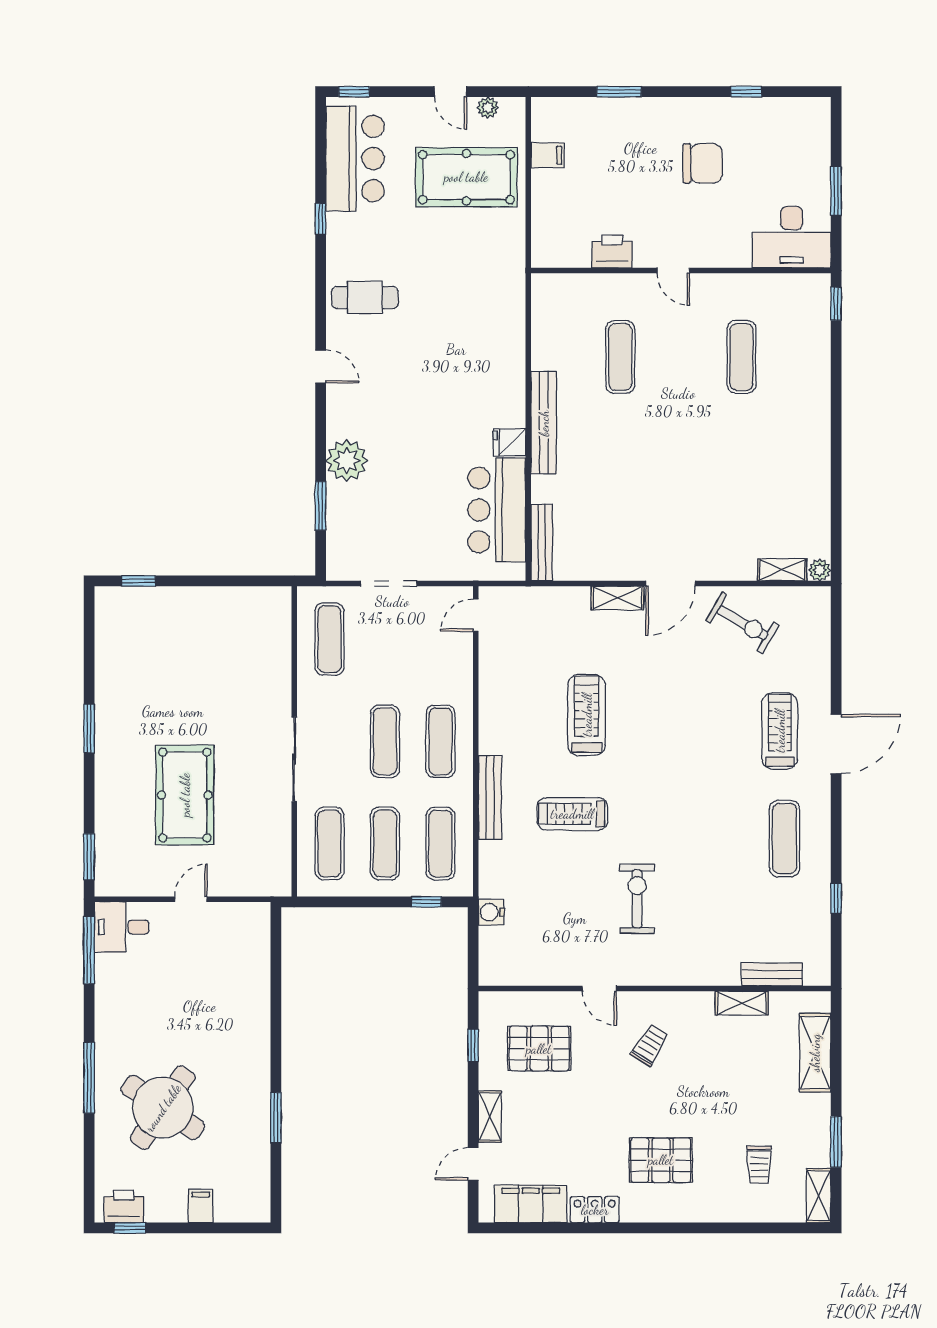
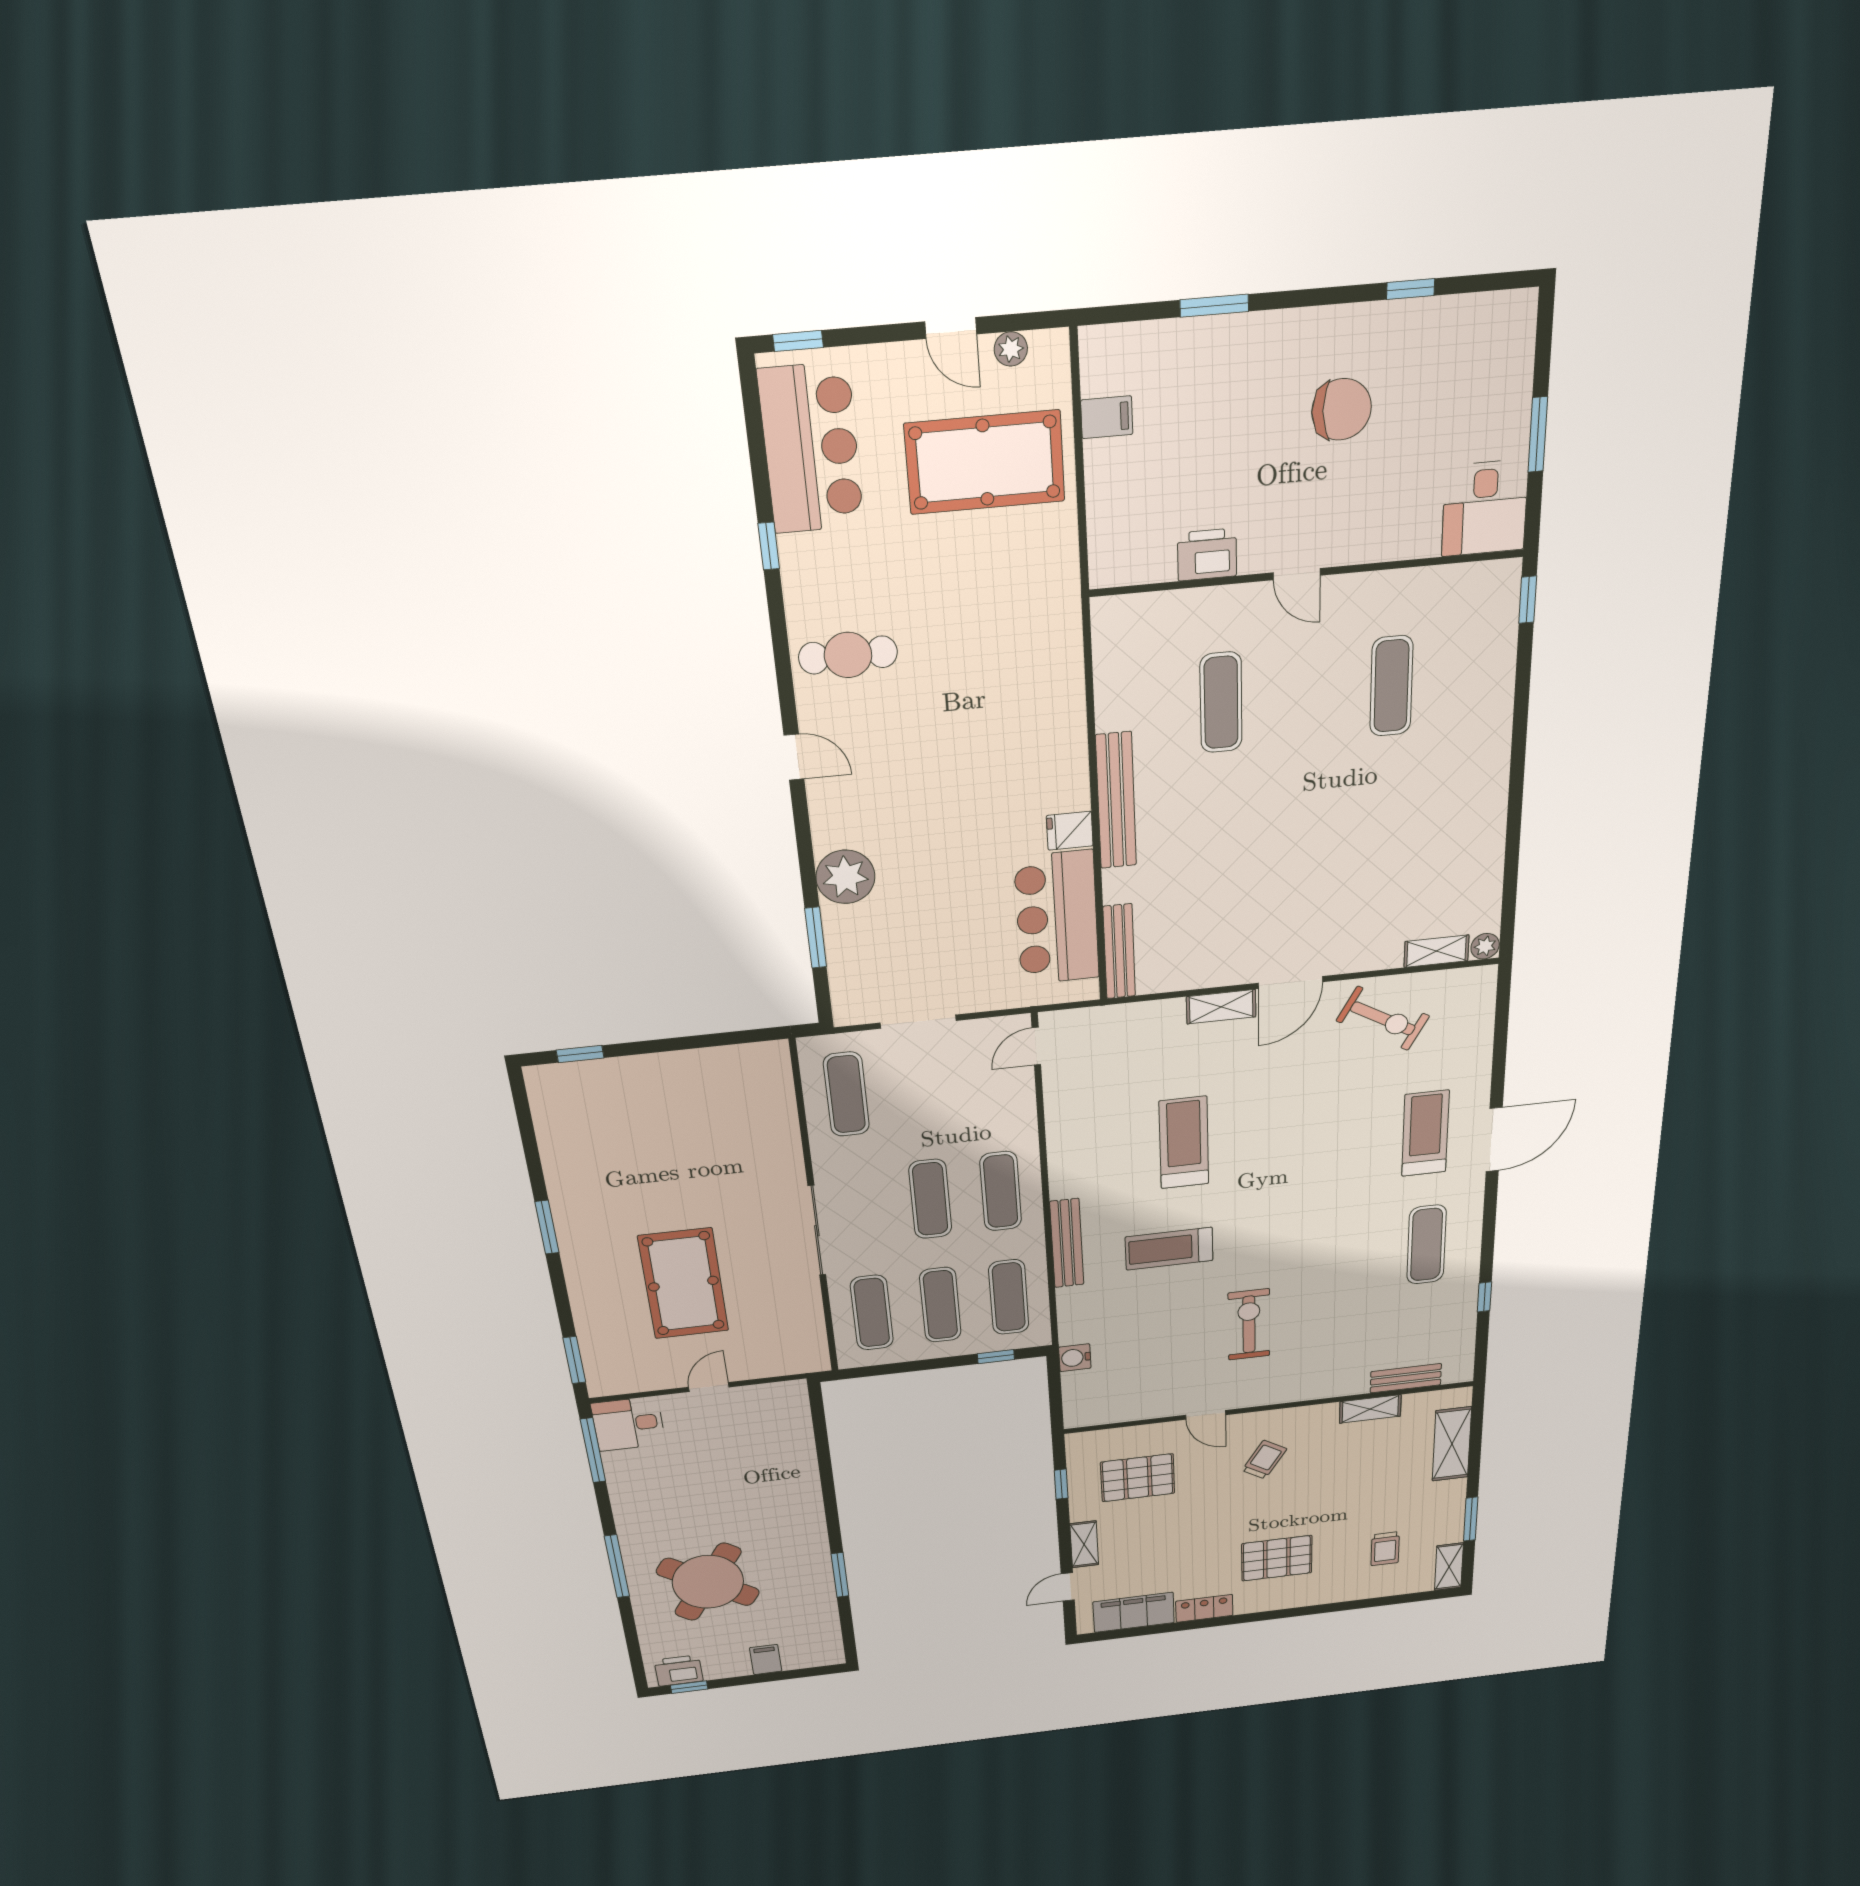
desk: (792, 237) -> (1485, 508), width x0.73

